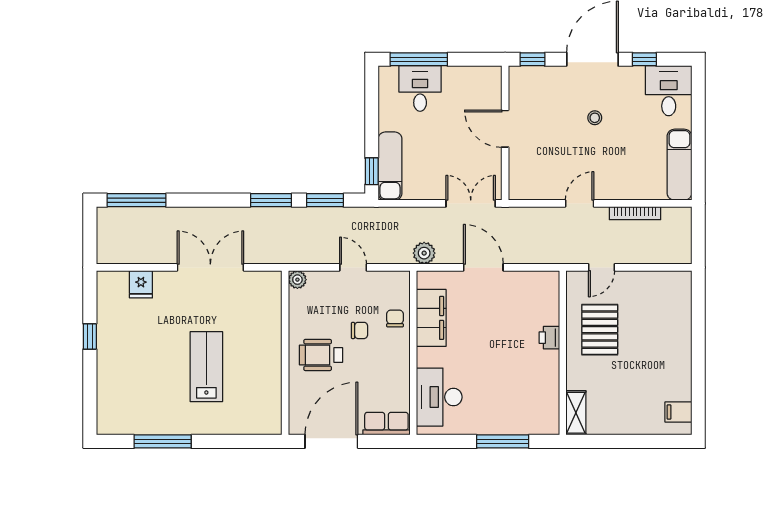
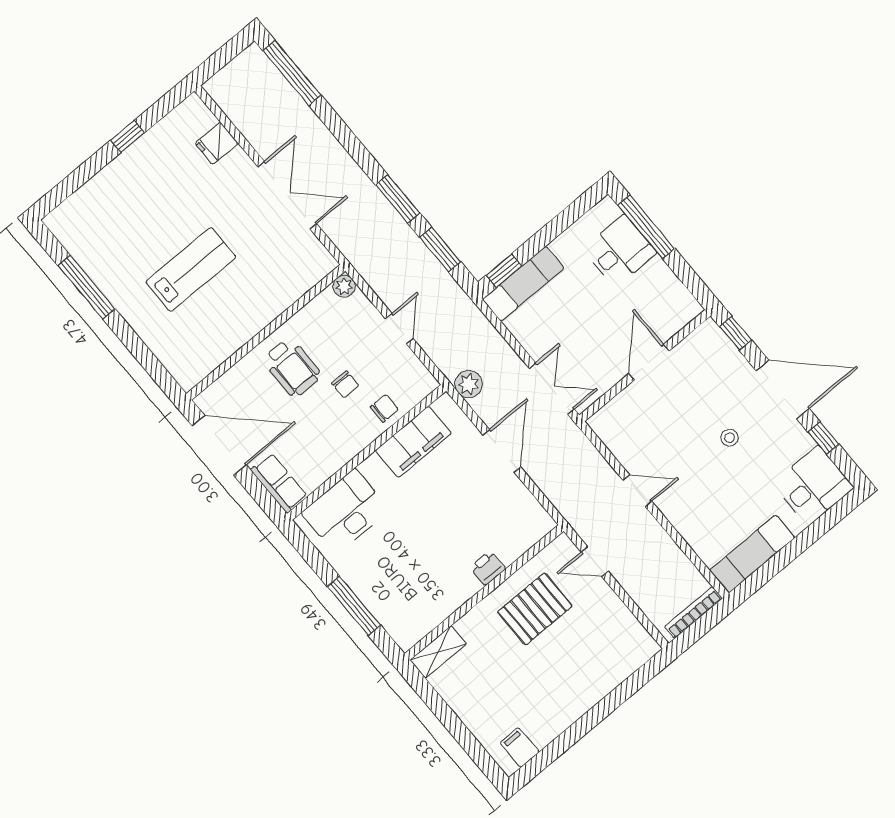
bookcase: (635, 213) -> (693, 613), moved, turned 90
wheelchair: (321, 355) -> (292, 368), turned 180

